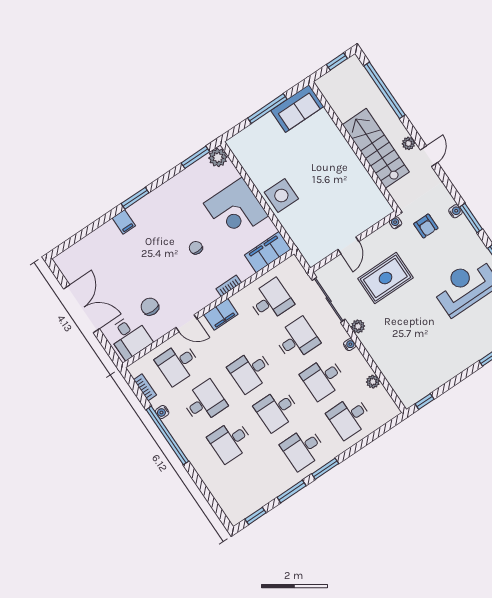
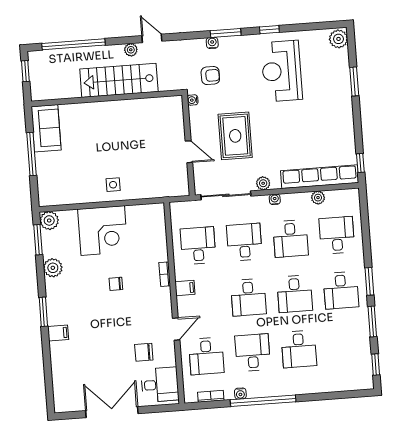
plant: (178, 184) -> (53, 268), added
side table: (281, 196) -> (113, 185), width x0.54, depth x0.54
filing cabinet: (268, 252) -> (155, 224), removed
filing cabinet: (221, 314) -> (185, 288), width x0.50
row of seats: (392, 373) -> (320, 177), added
desk: (349, 417) -> (337, 235), turned 180

